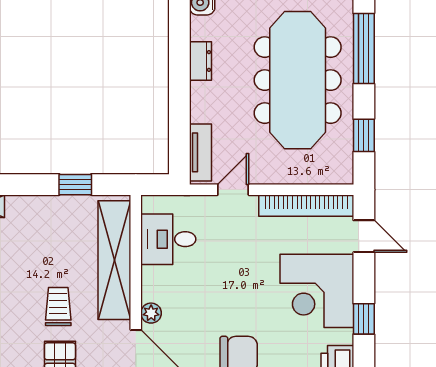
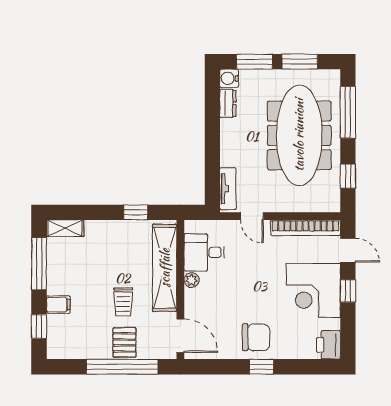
dresser: (200, 61) -> (228, 103), moved
door: (233, 190) -> (252, 216), swing flipped
trolley: (58, 306) -> (123, 302), turned 180
plant: (151, 313) -> (191, 280), moved
window: (364, 319) -> (348, 291), moved

